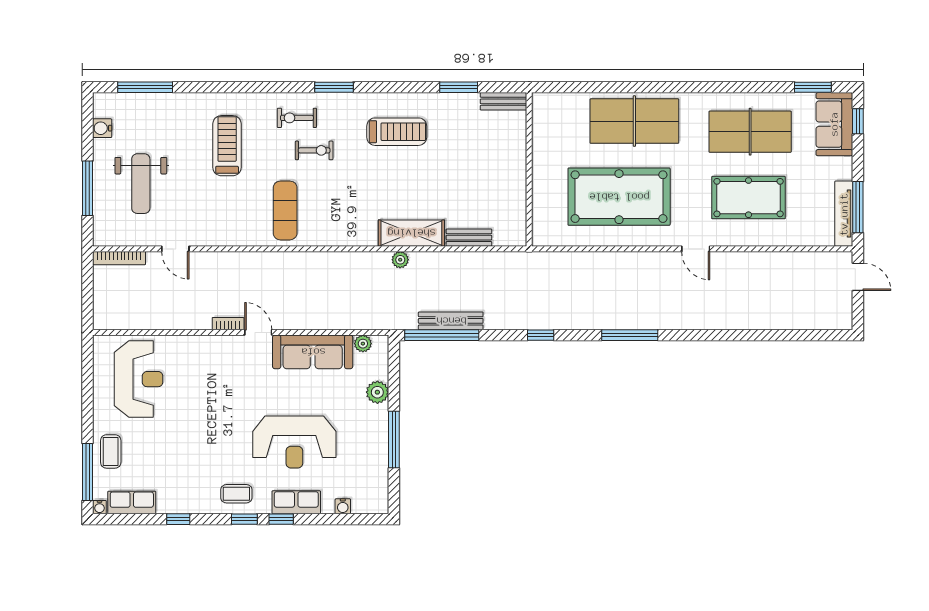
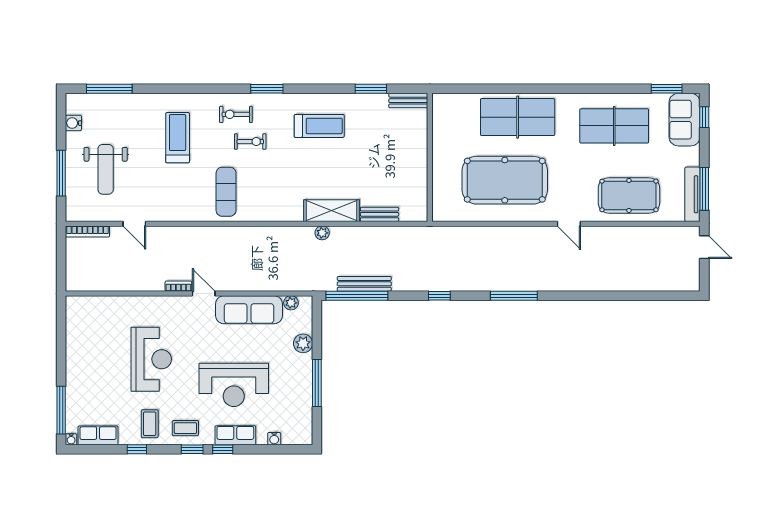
pool table: (749, 198) -> (629, 195), moved
reception desk: (139, 379) -> (151, 359), moved
coffee table: (111, 451) -> (150, 424), moved

